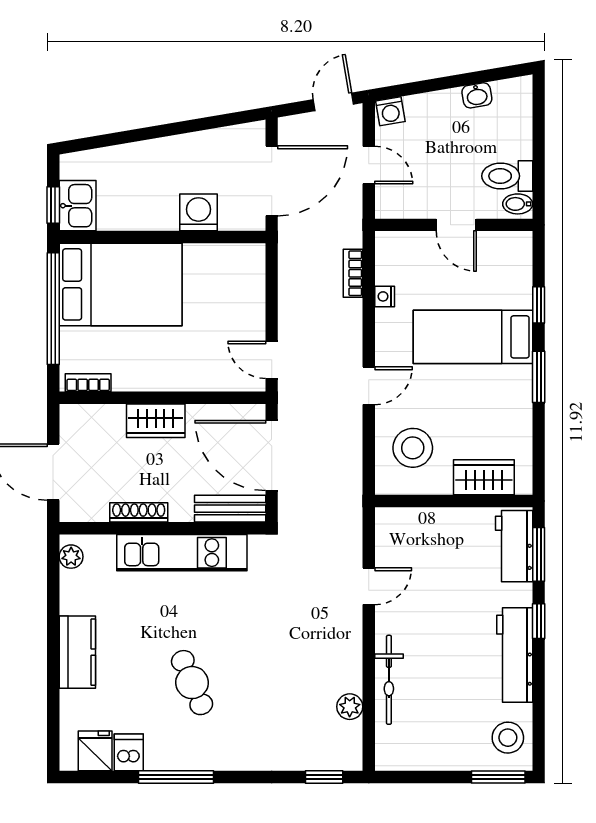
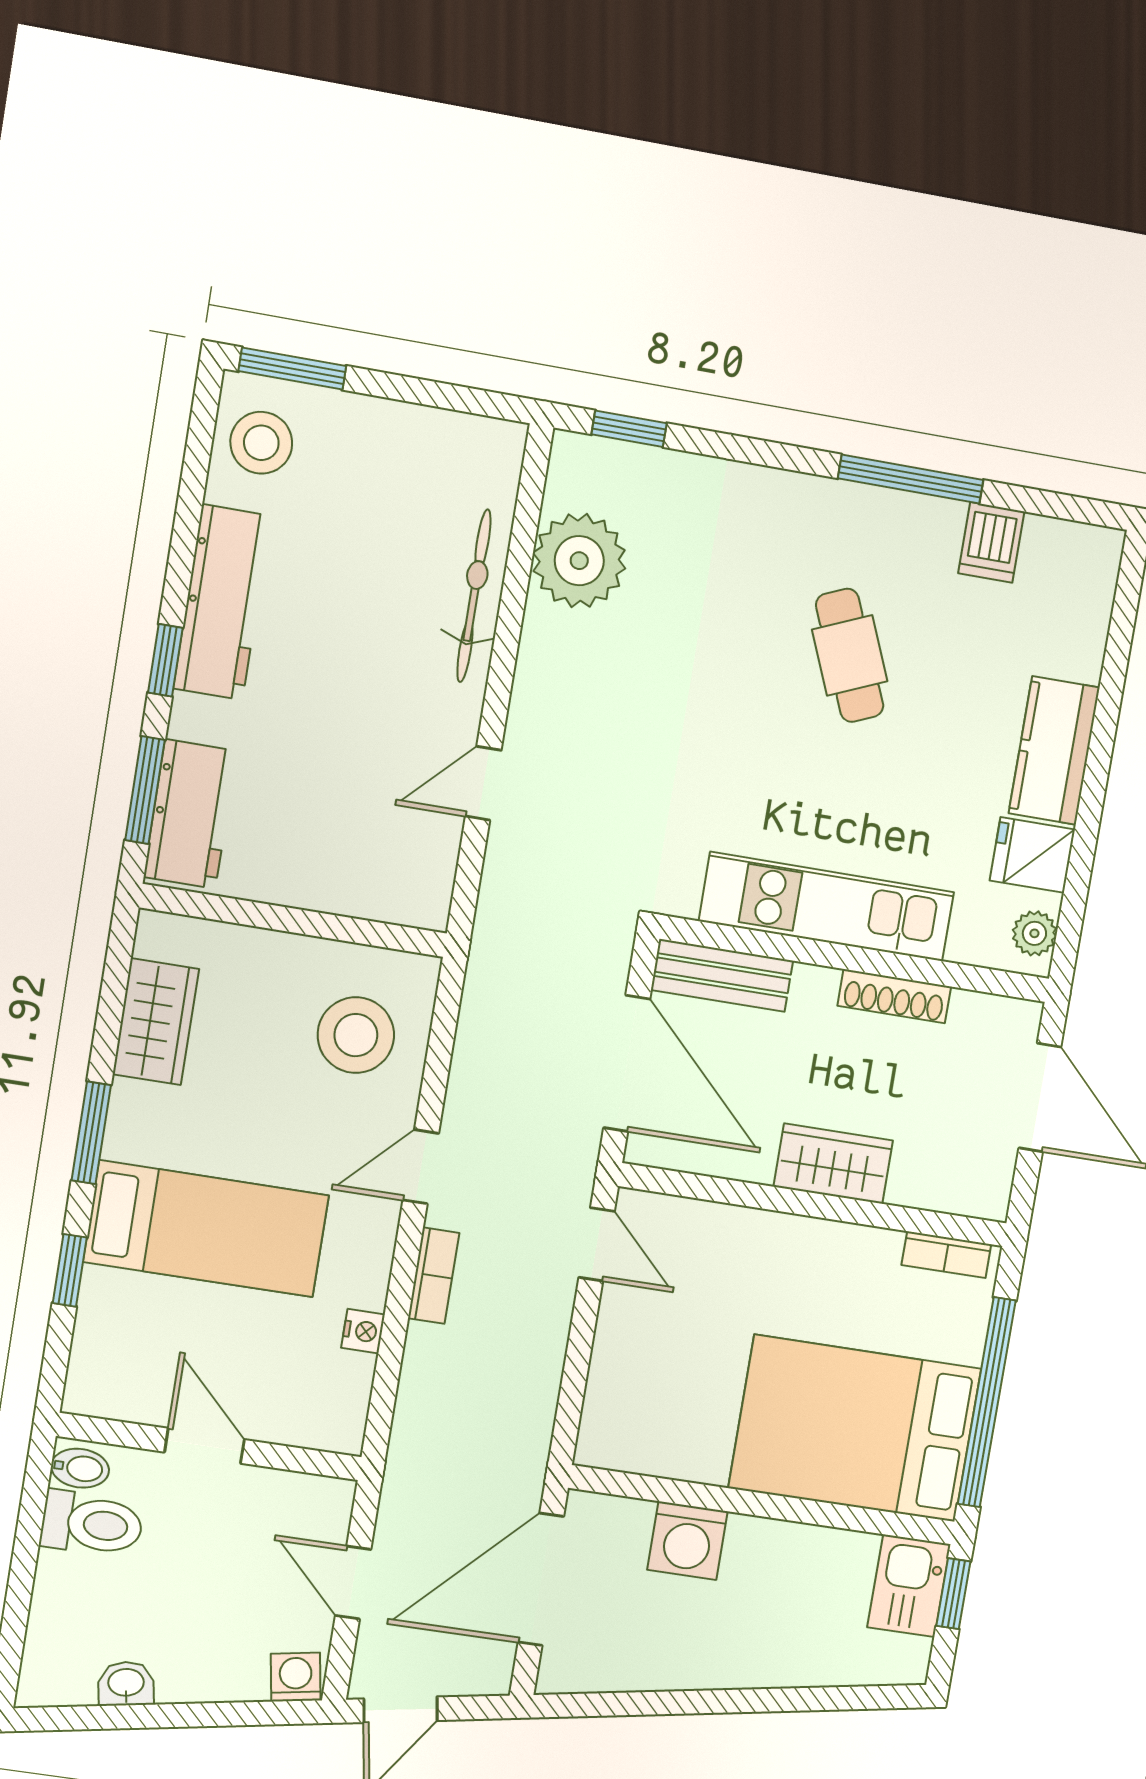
bookcase: (353, 273) -> (434, 1276), moved
wardrobe: (484, 477) -> (156, 1022), moved, turned -90
plant: (350, 707) -> (579, 561), width x1.87, depth x1.87
fridge: (95, 751) -> (1032, 855), moved, turned 90

